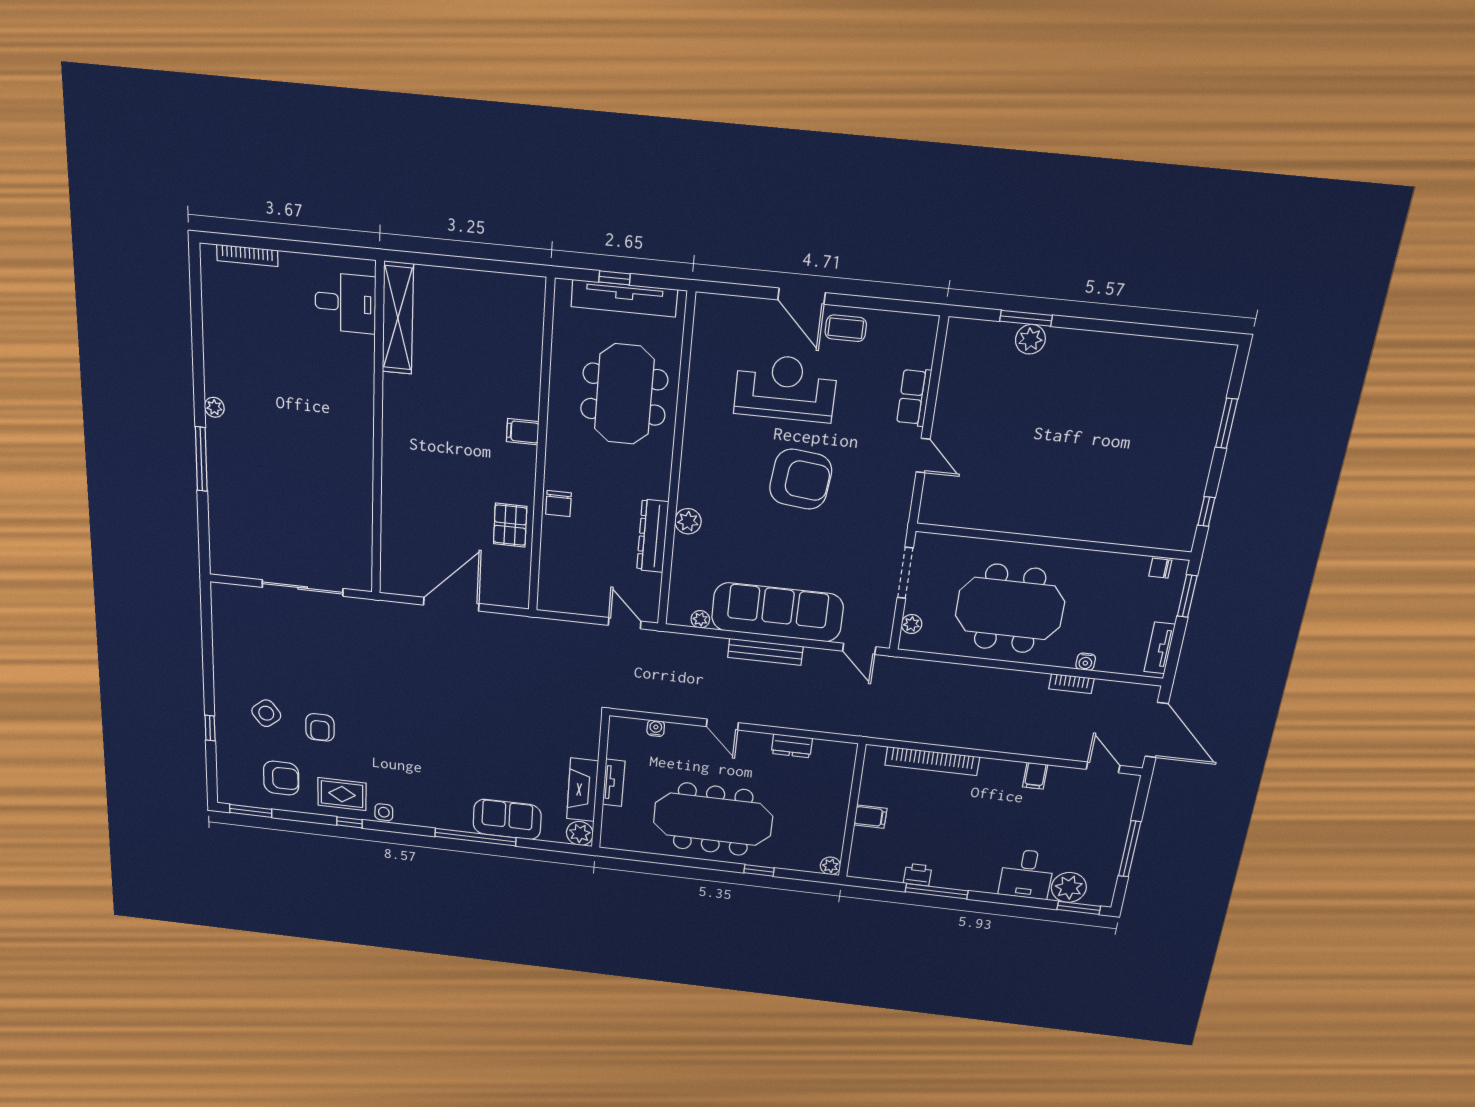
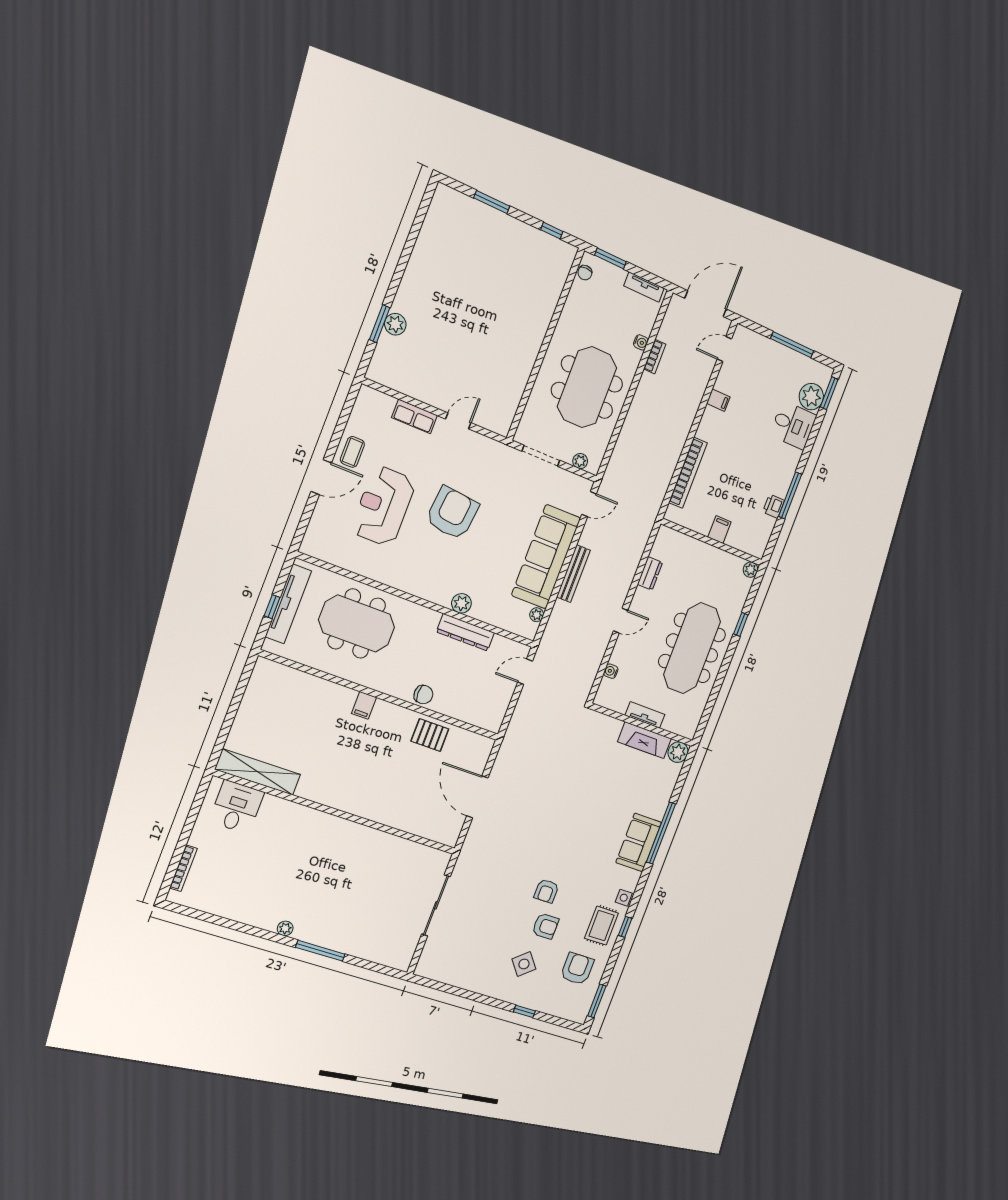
armchair: (363, 718) -> (546, 891), added
sofa: (507, 819) -> (639, 842), moved

